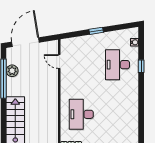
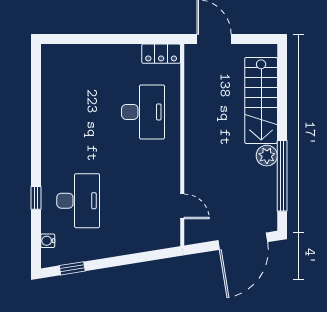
window: (96, 31) -> (72, 268), moved
plant: (12, 71) -> (267, 156), moved

